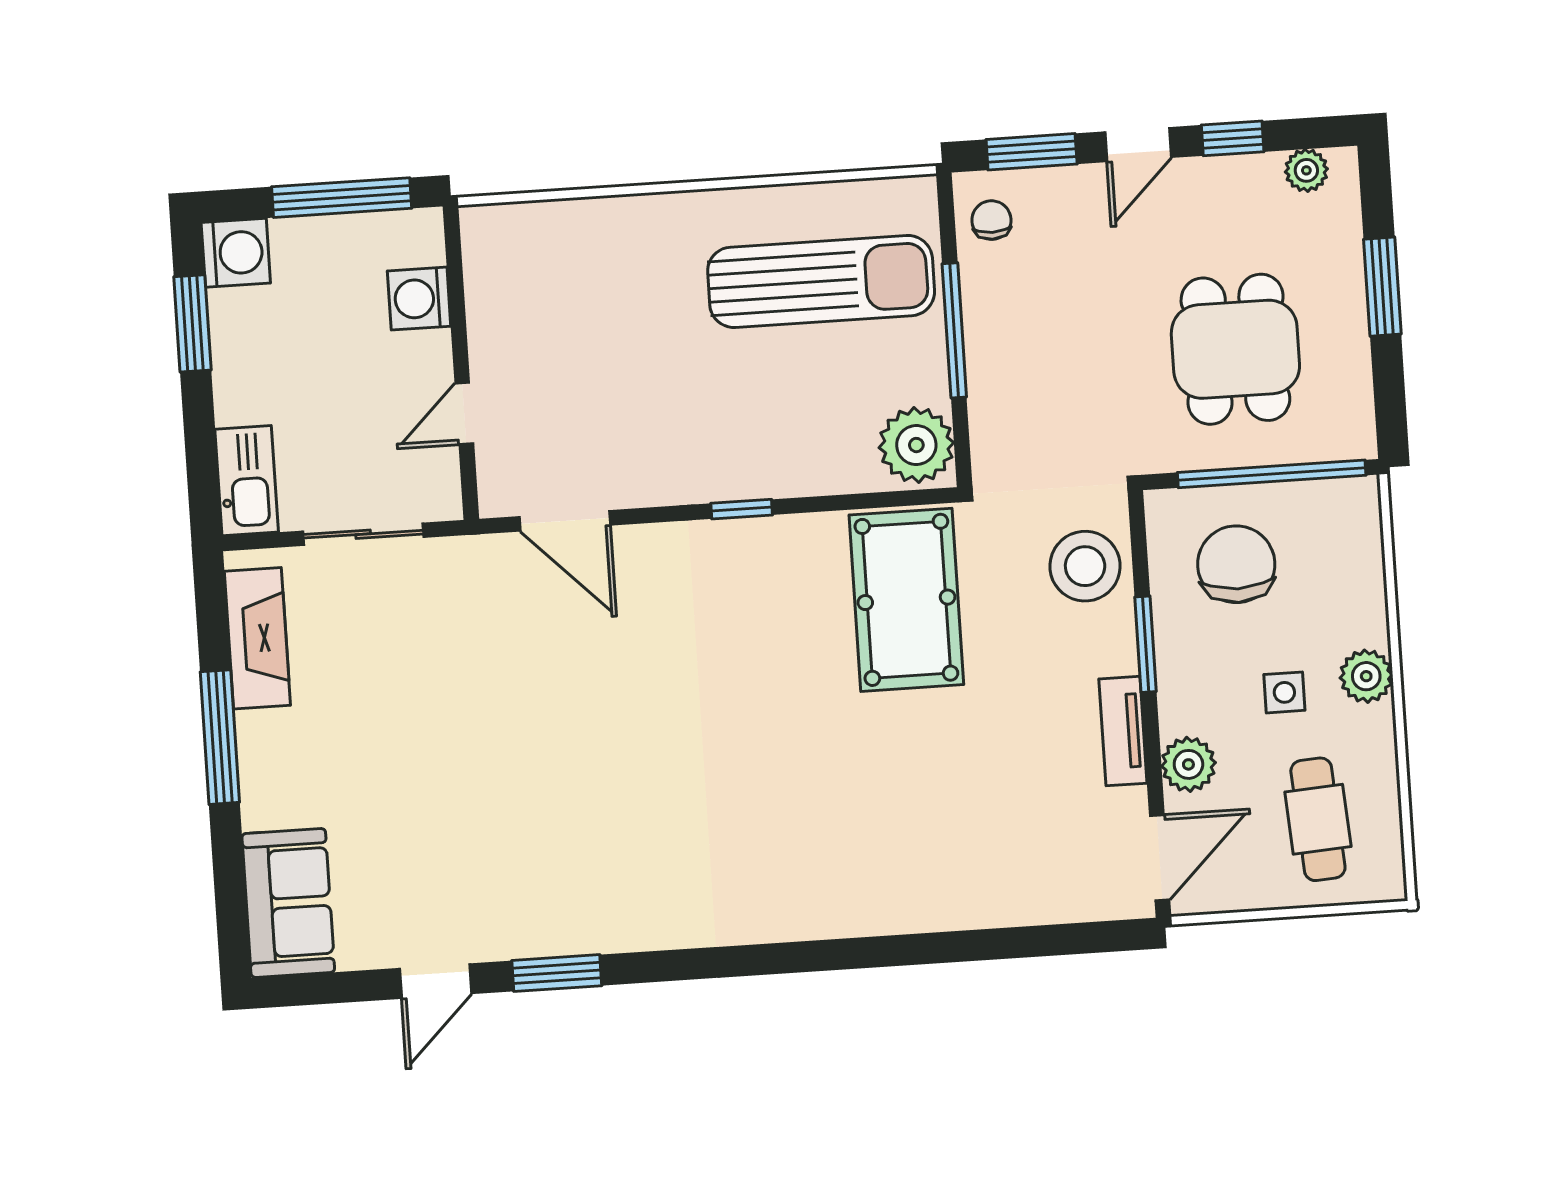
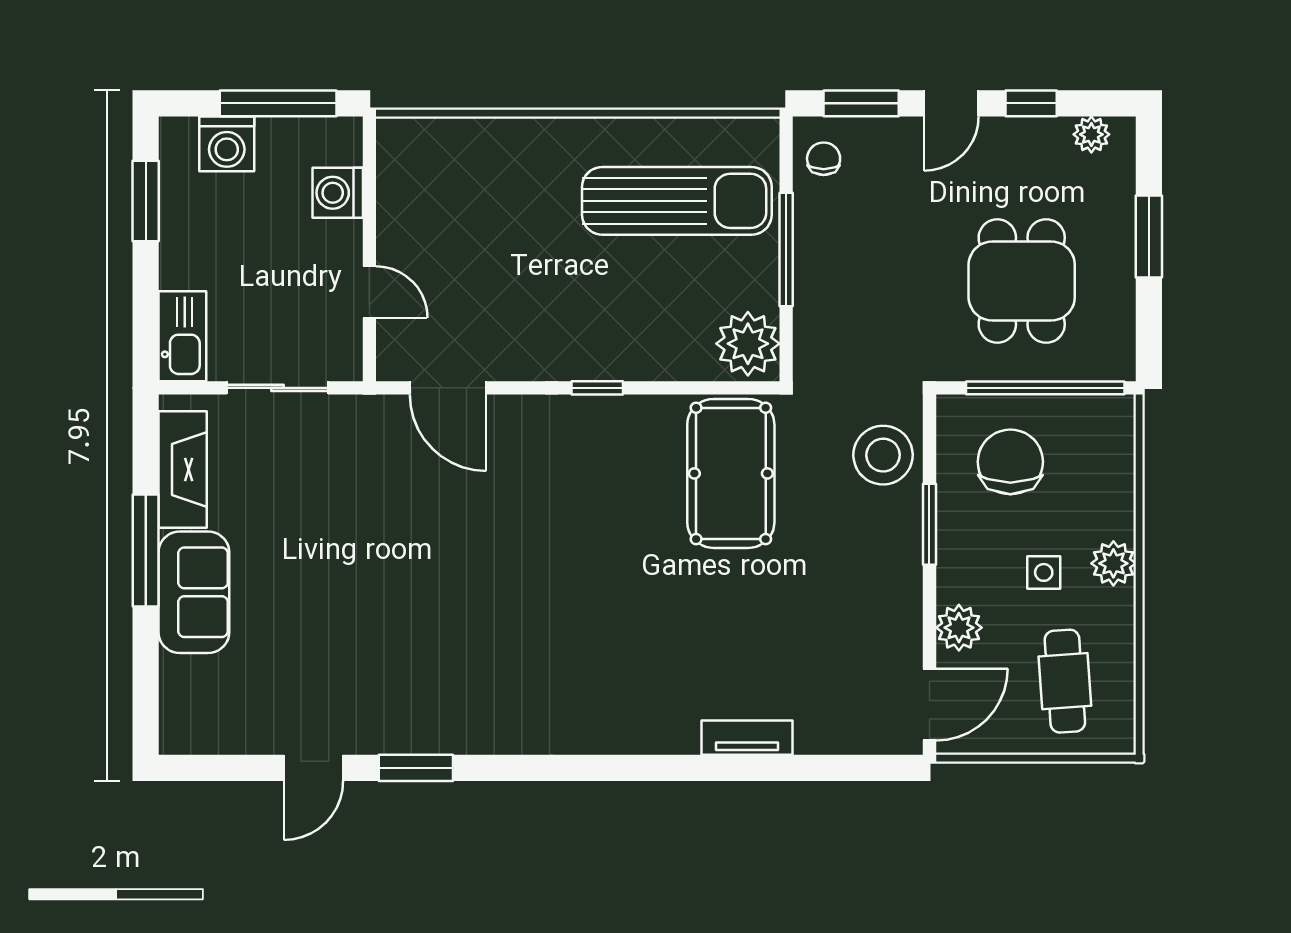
washing machine: (236, 253) -> (227, 144), moved, turned 90
door: (464, 414) -> (369, 292), swing flipped
tv unit: (1123, 731) -> (747, 738), moved, turned 90
sofa: (288, 903) -> (194, 592), moved

